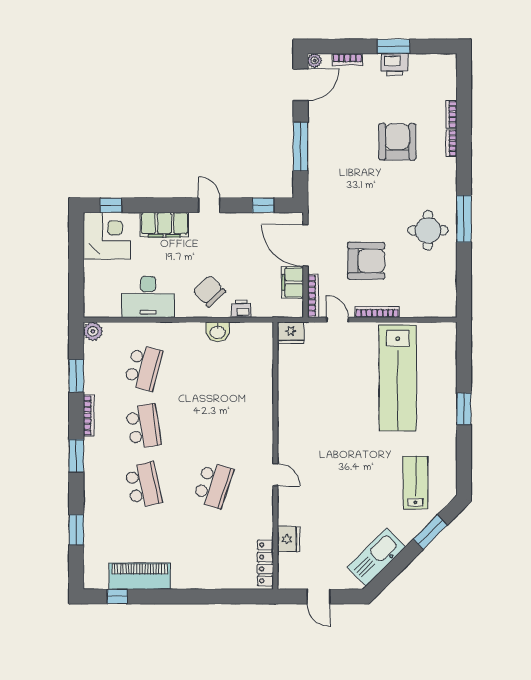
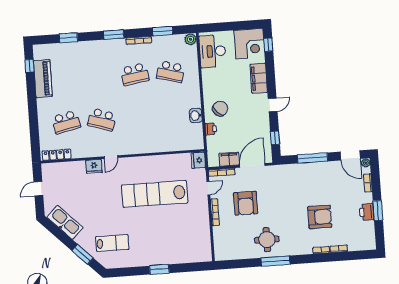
desk: (148, 297) -> (213, 51), moved
lab bench: (398, 378) -> (155, 194), moved
school desk: (143, 485) -> (66, 122), moved
fridge: (288, 539) -> (94, 166), moved

